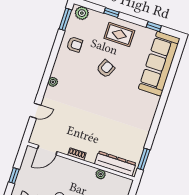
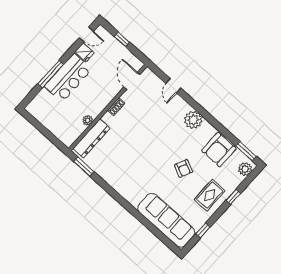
armchair: (75, 44) -> (219, 150), width x1.88, depth x1.88
plant: (53, 82) -> (193, 120), width x1.87, depth x1.87

